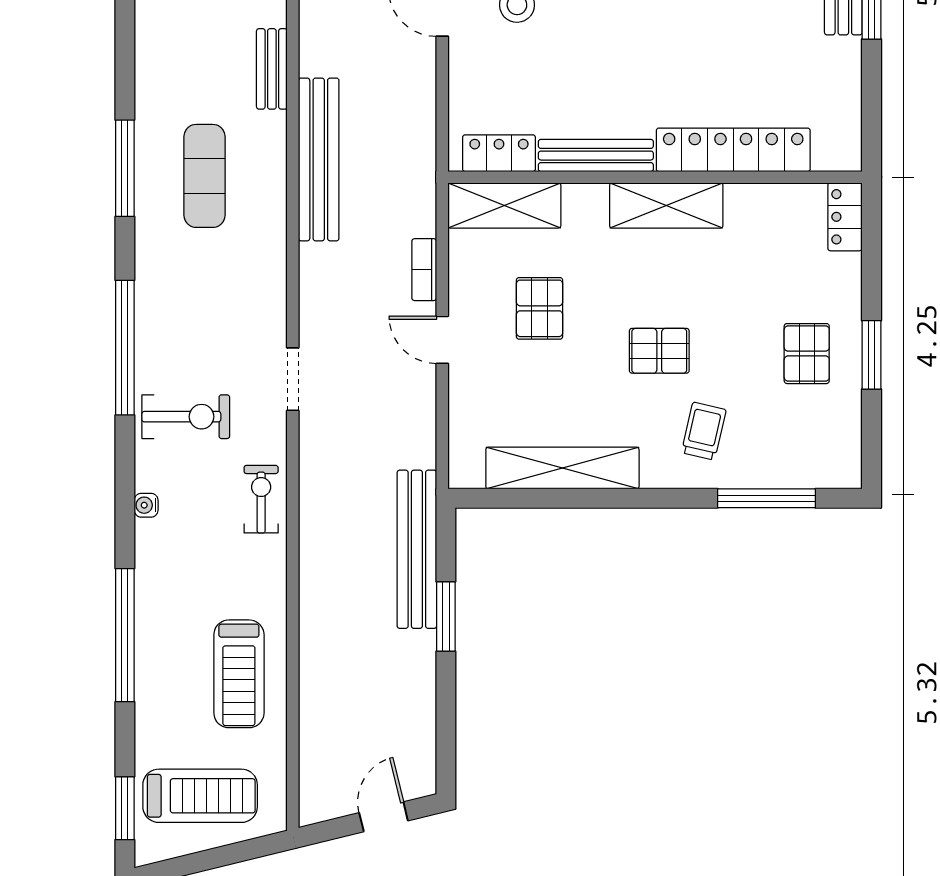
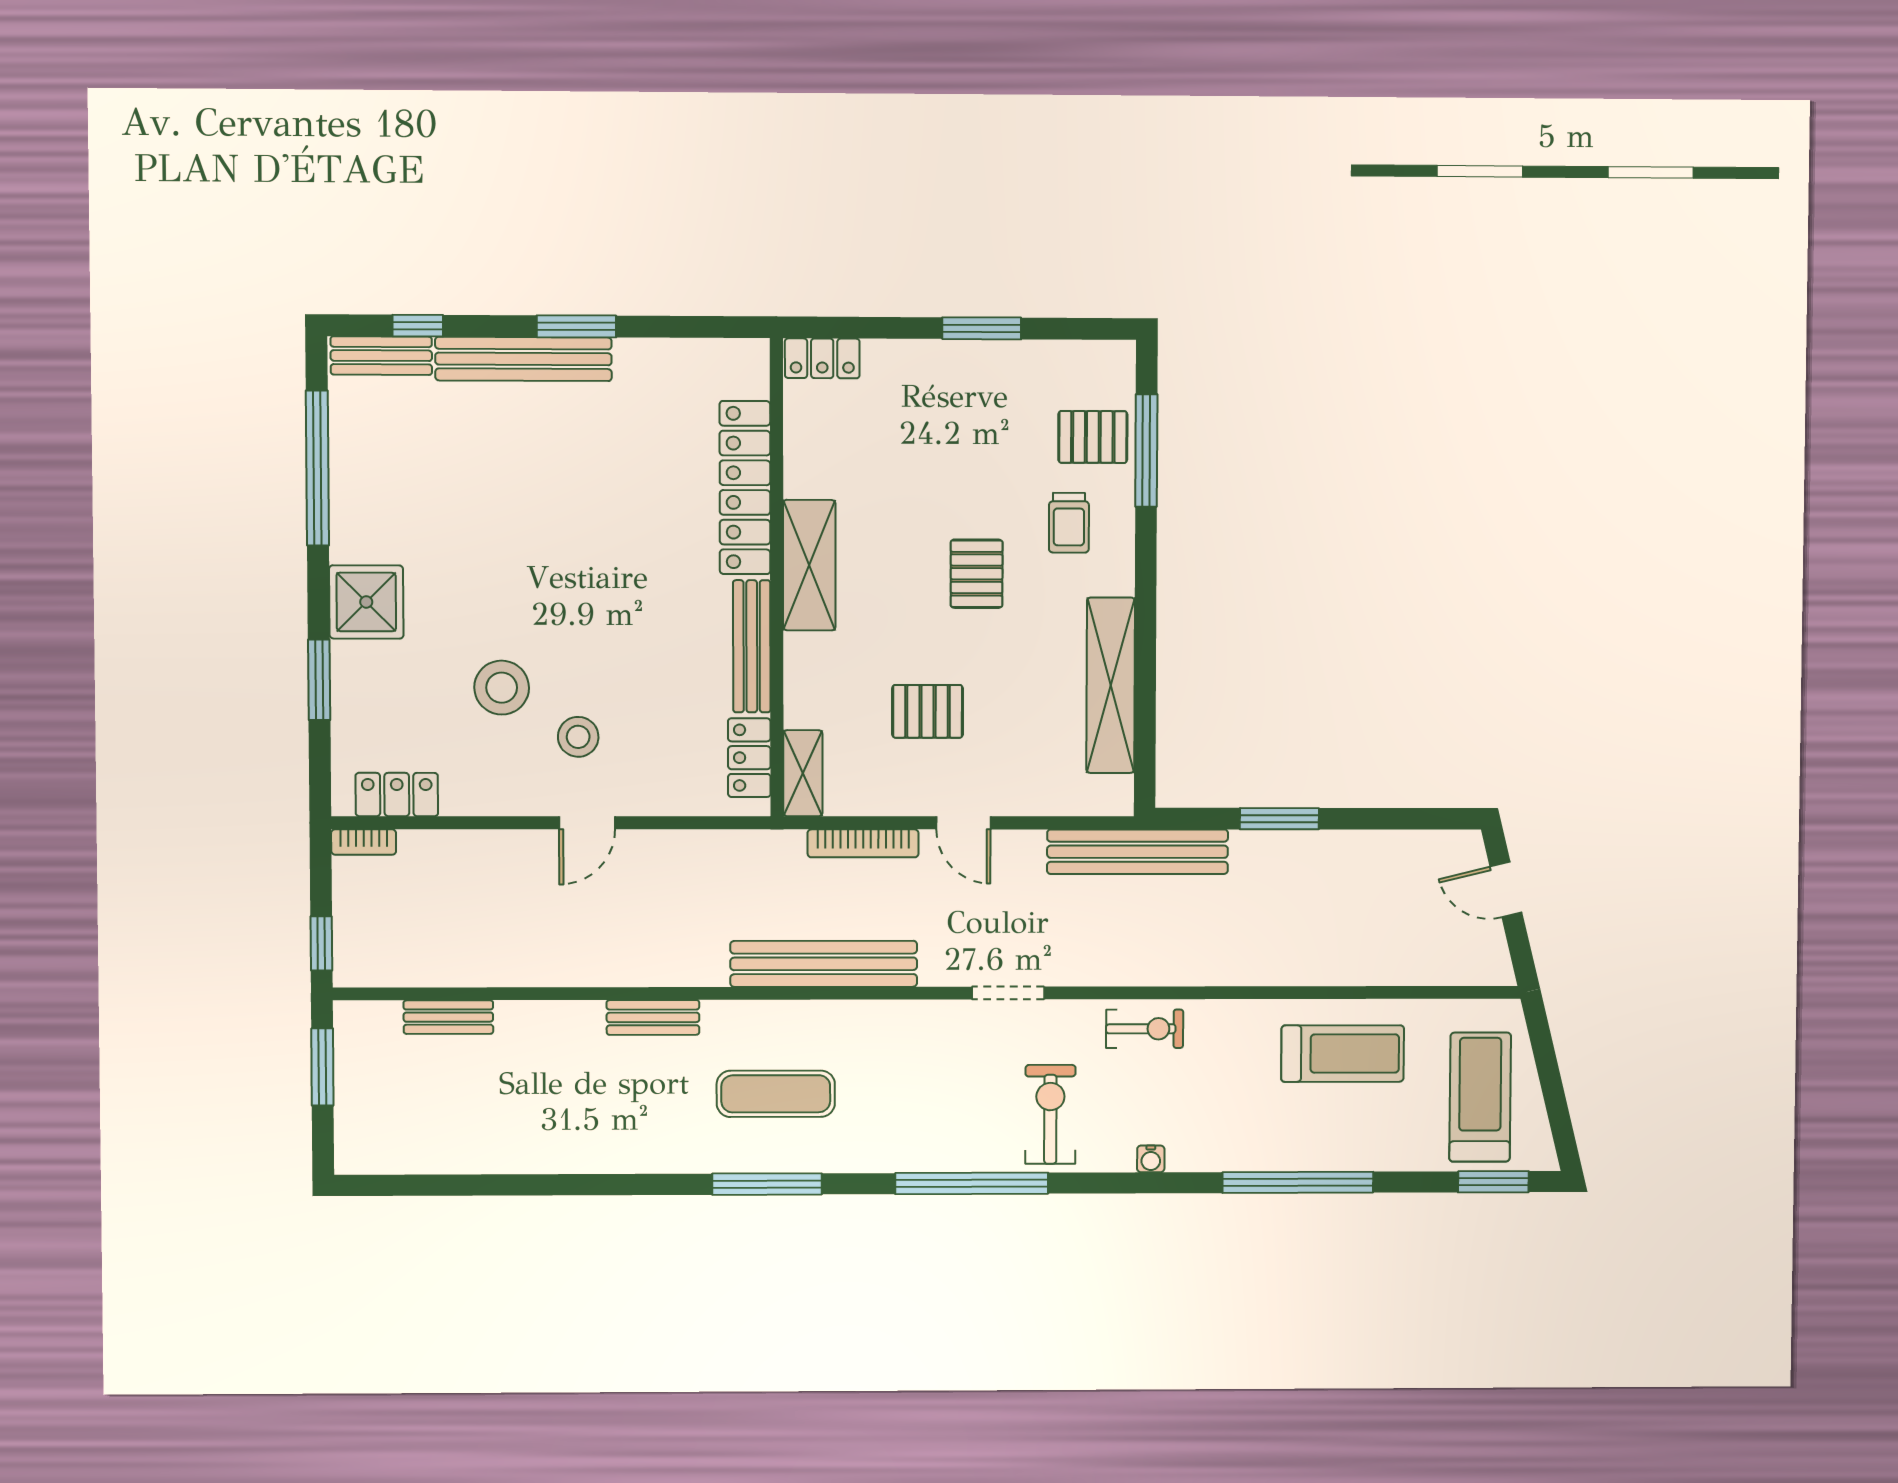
bench: (319, 159) -> (824, 964), moved
shelving: (504, 205) -> (803, 773), width x0.67, depth x0.75
bookcase: (424, 270) -> (863, 843), width x1.56
door: (442, 340) -> (963, 823), hinge flipped
pallet: (807, 354) -> (1093, 437), moved
trolley: (704, 431) -> (1069, 523), turned -103
exercise bike: (261, 499) -> (1145, 1029), turned 180
bench: (417, 549) -> (1138, 852), moved

